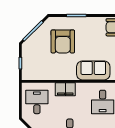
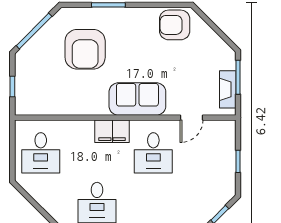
filing cabinet: (65, 89) -> (112, 131), moved
desk: (37, 102) -> (41, 153), turned 180

